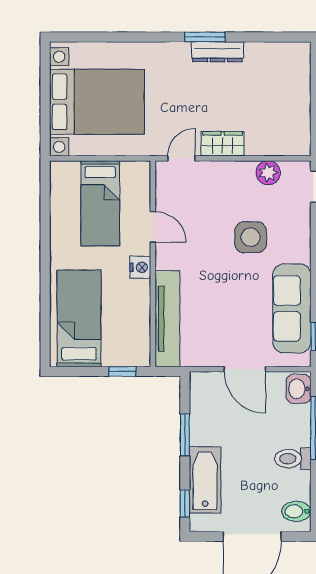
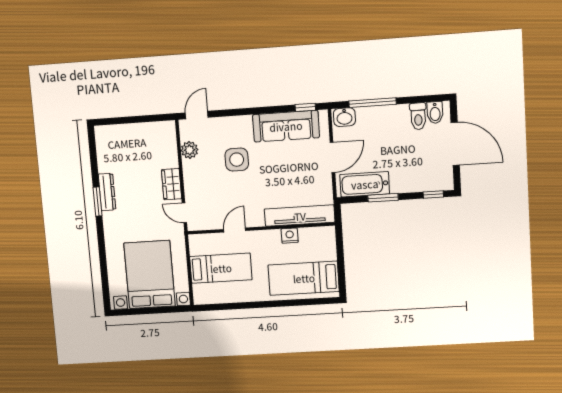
nightstand: (140, 267) -> (290, 236), moved
window: (122, 371) -> (340, 245), removed
toilet: (293, 459) -> (418, 116), moved
bathtub: (205, 480) -> (365, 184), moved

